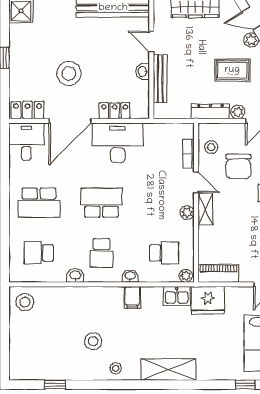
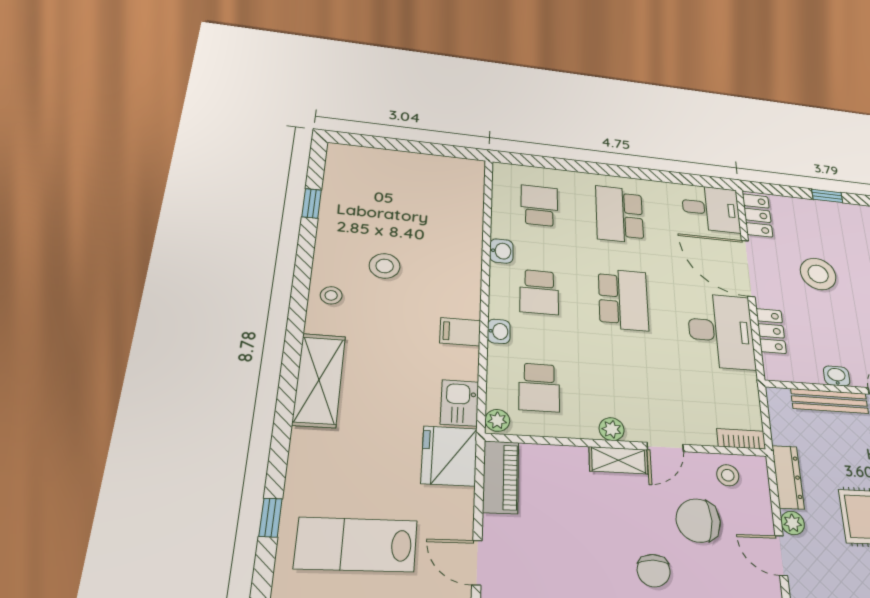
bookcase: (188, 154) -> (741, 439), moved
school desk: (101, 253) -> (539, 292), turned -90
stool: (25, 302) -> (459, 178), removed

